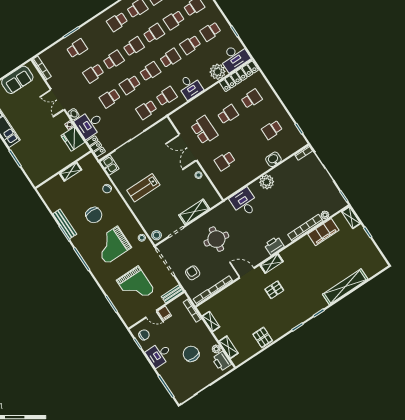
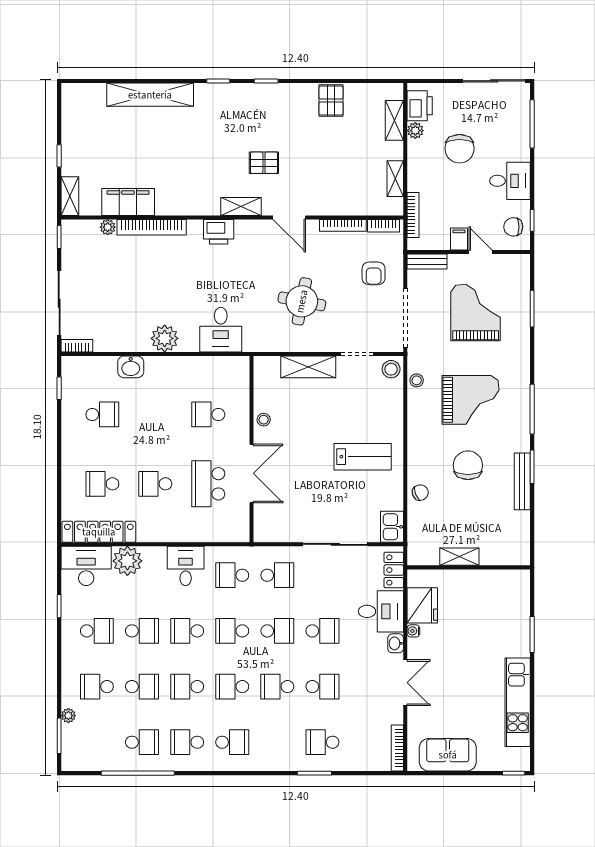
school desk: (225, 161) -> (208, 414), turned 180

